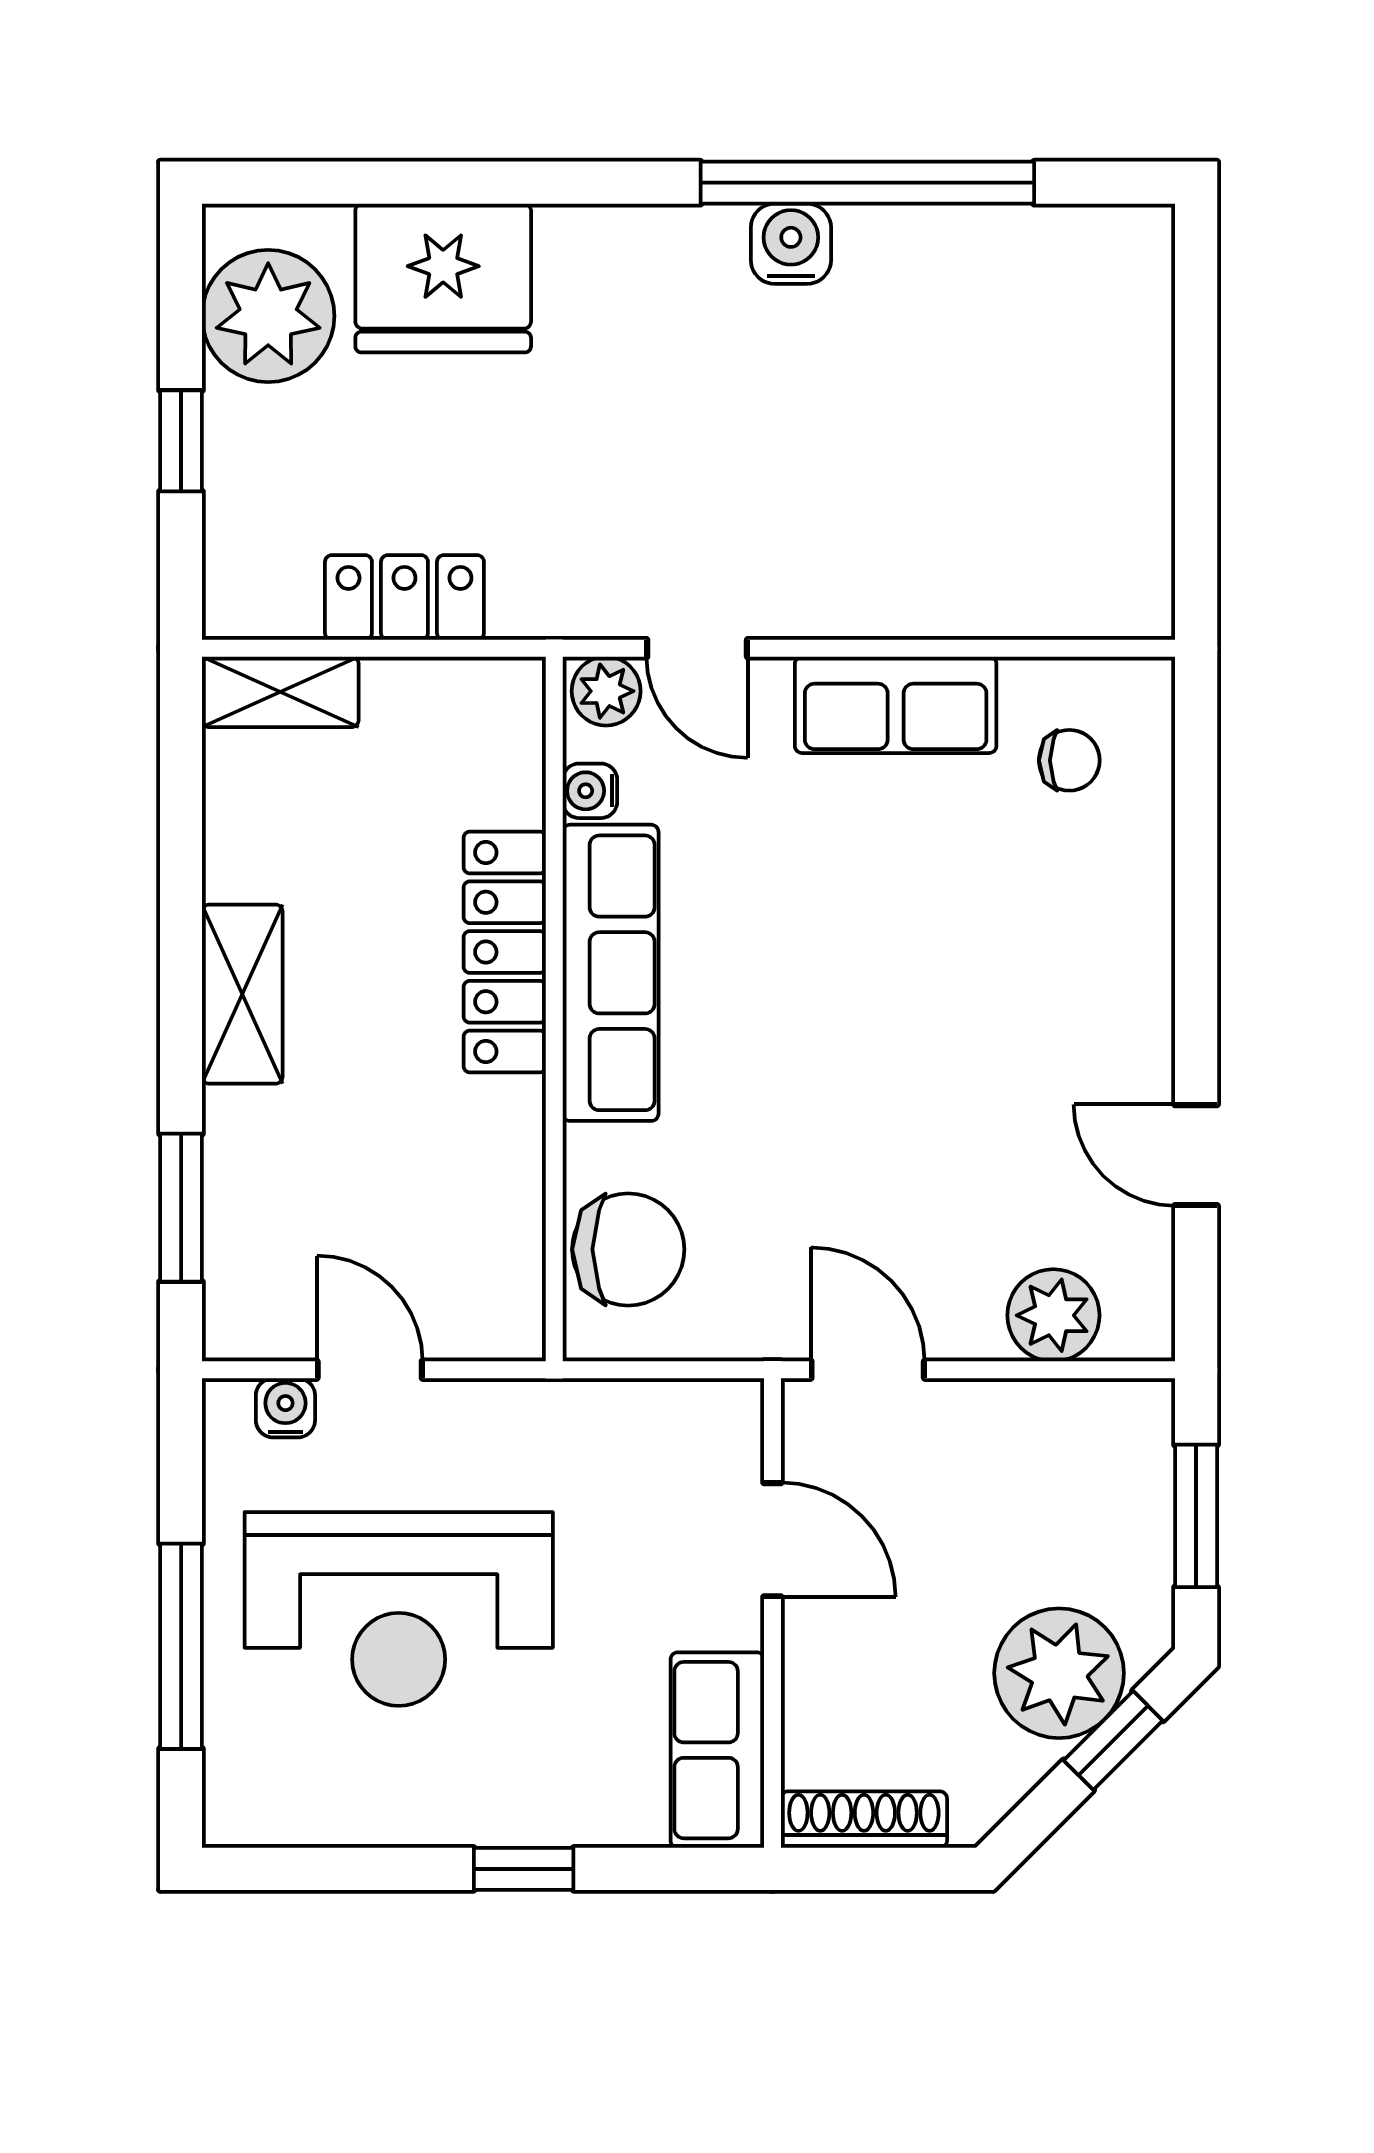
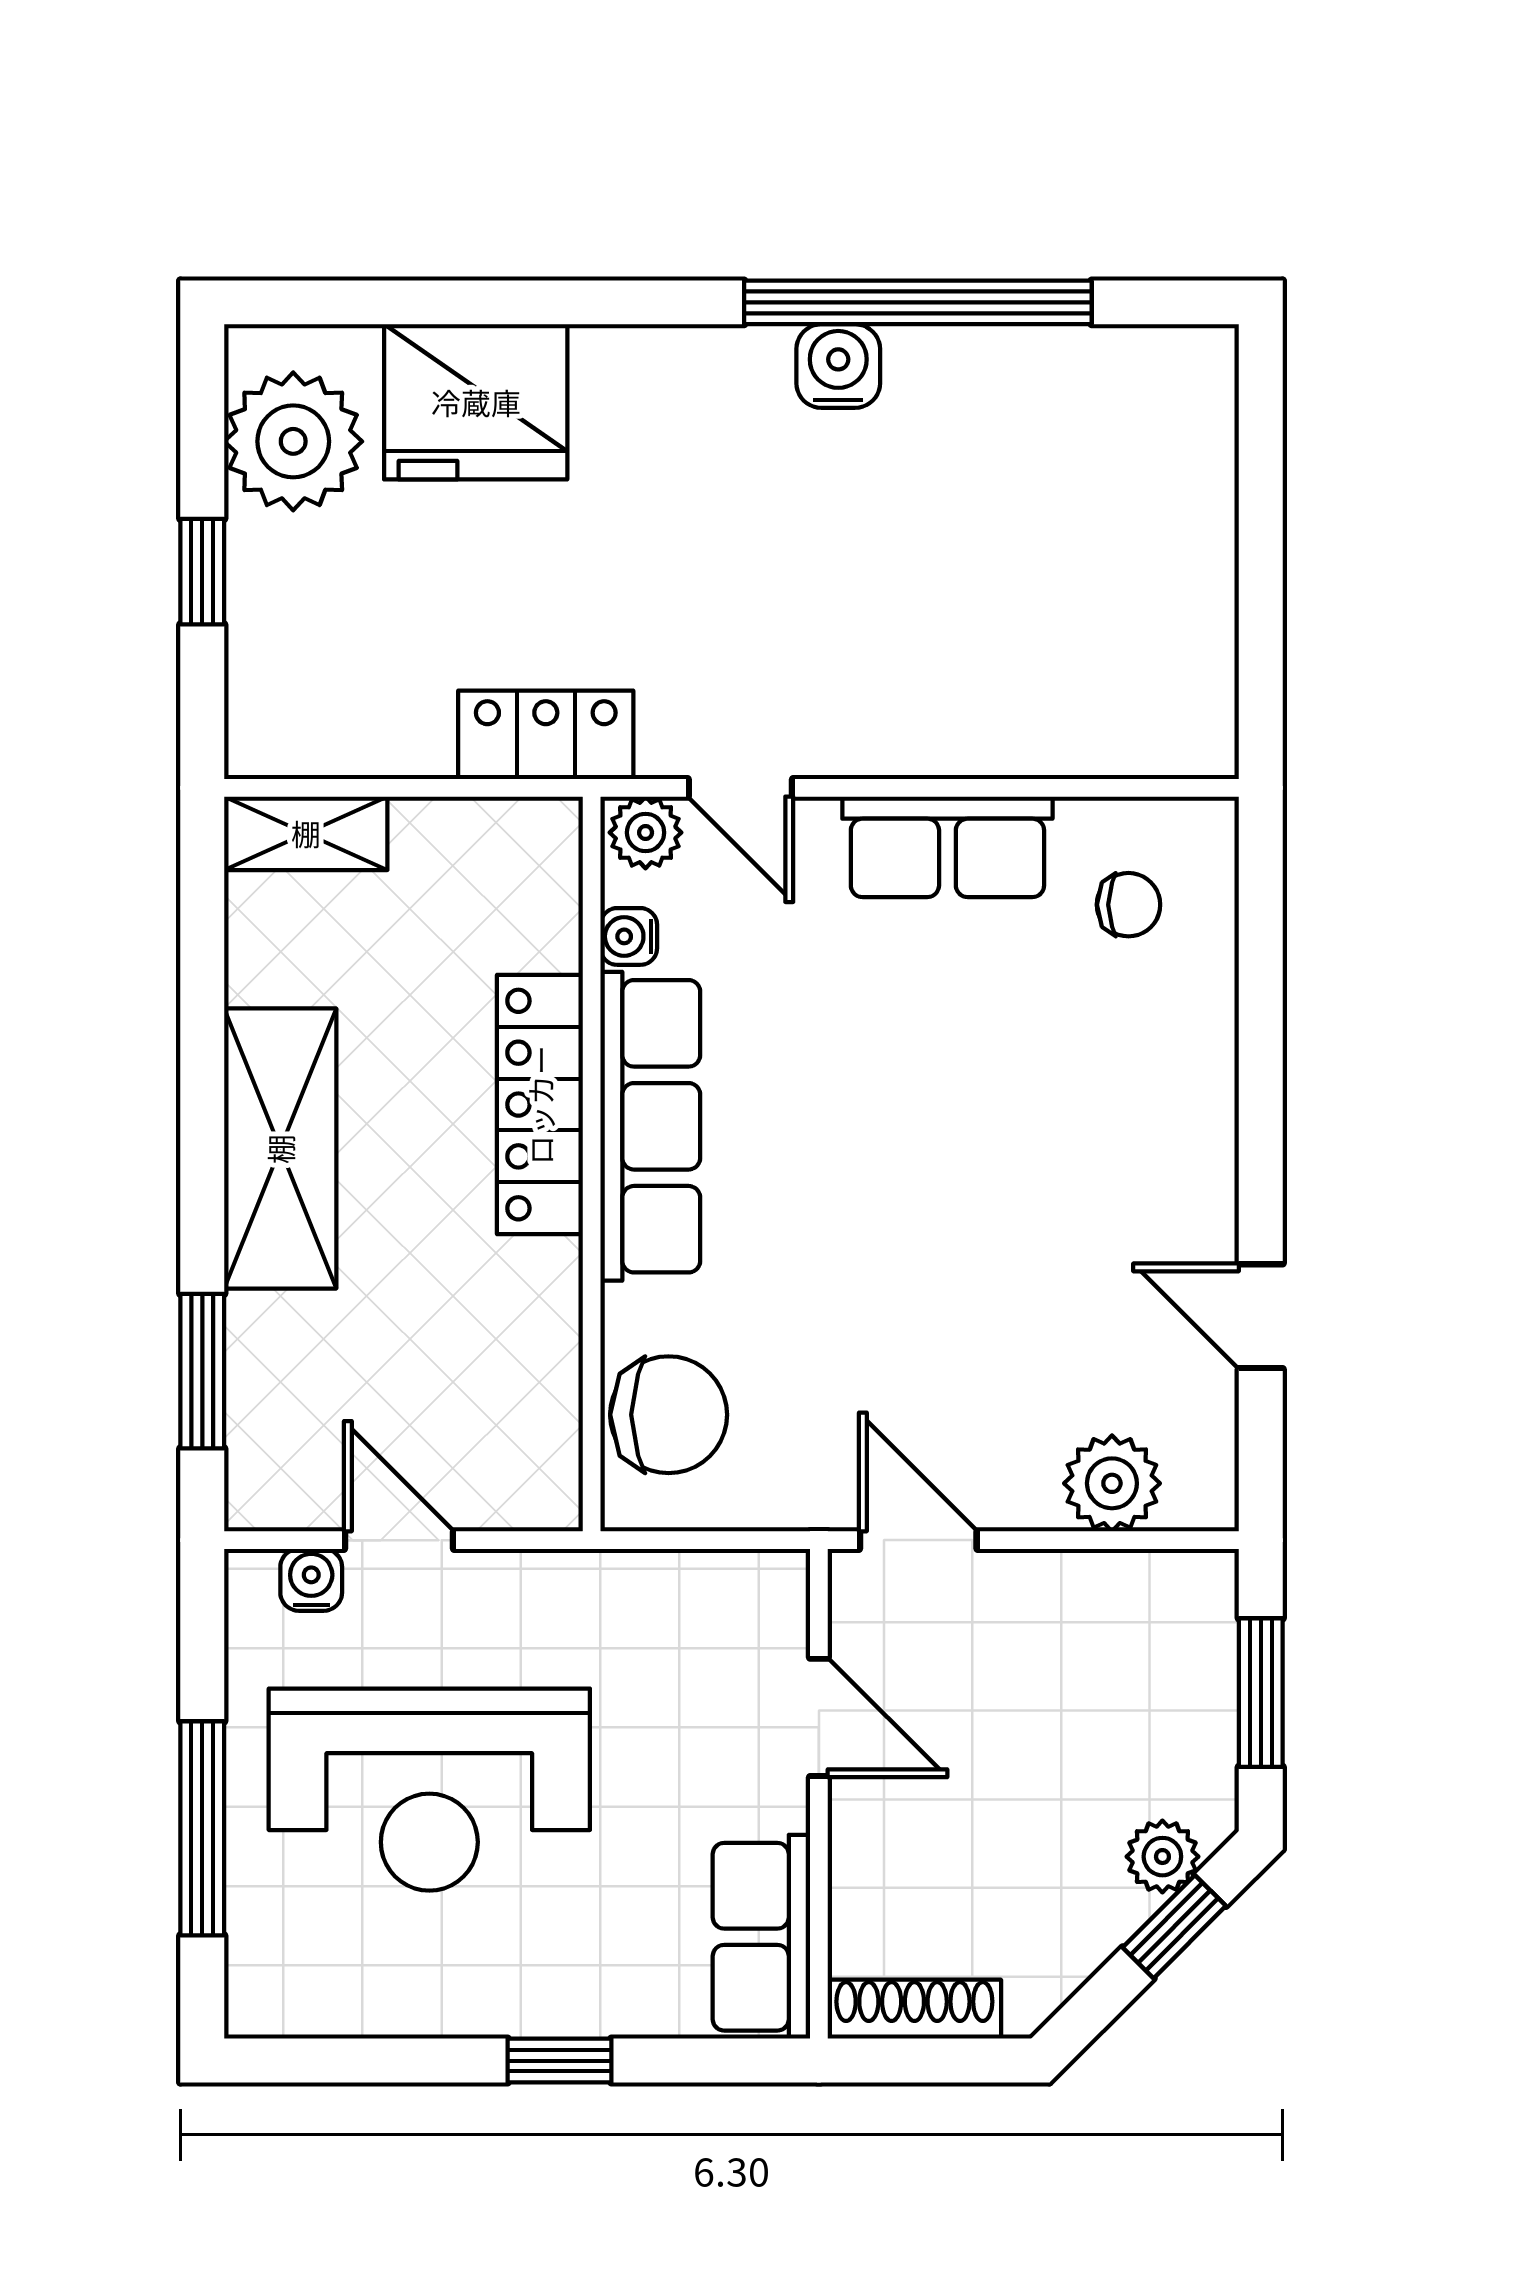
locker: (404, 597) -> (546, 735), moved
shelving: (242, 994) -> (280, 1149), width x1.50, depth x1.33
plant: (1059, 1673) -> (1162, 1857), width x0.53, depth x0.53

